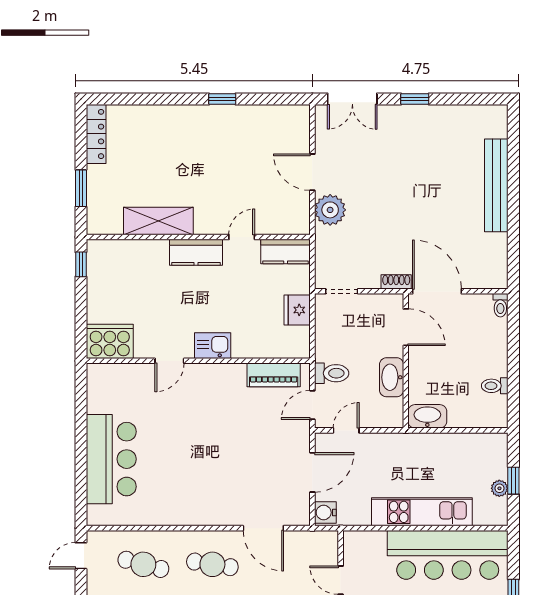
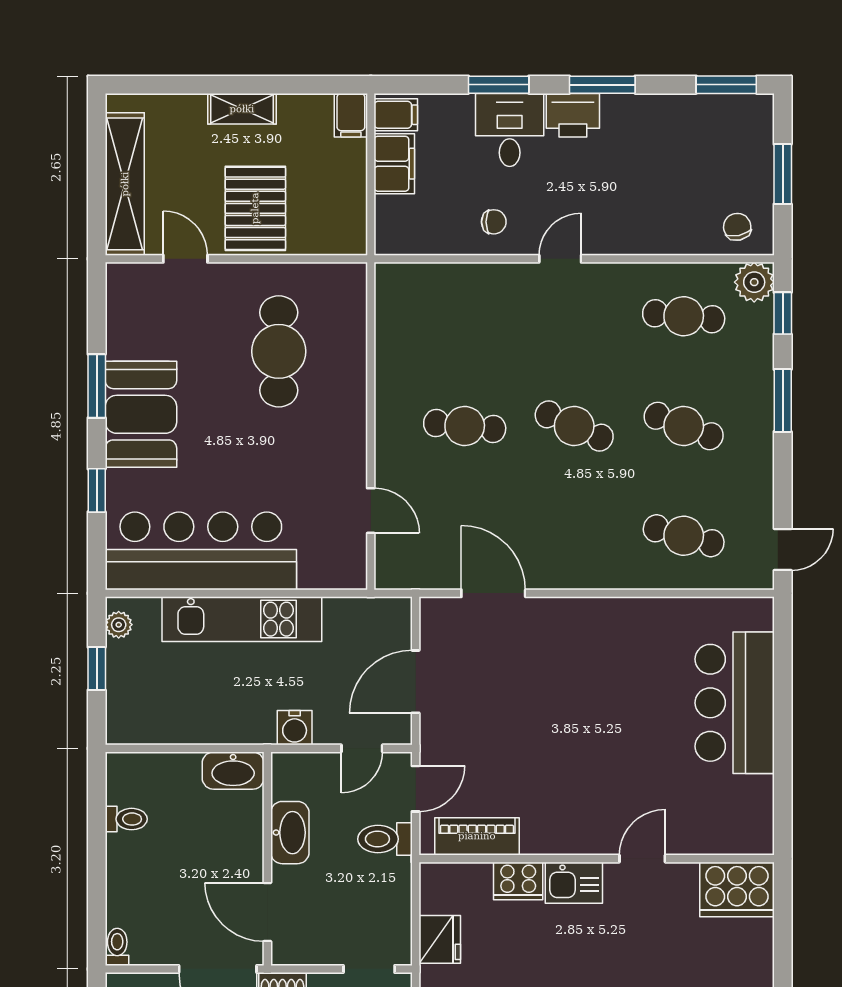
cooker: (248, 347) -> (518, 881), added
plant: (499, 488) -> (119, 625), moved
water cooler: (325, 513) -> (295, 728), moved, turned 90
cafe table: (212, 564) -> (574, 536), removed

